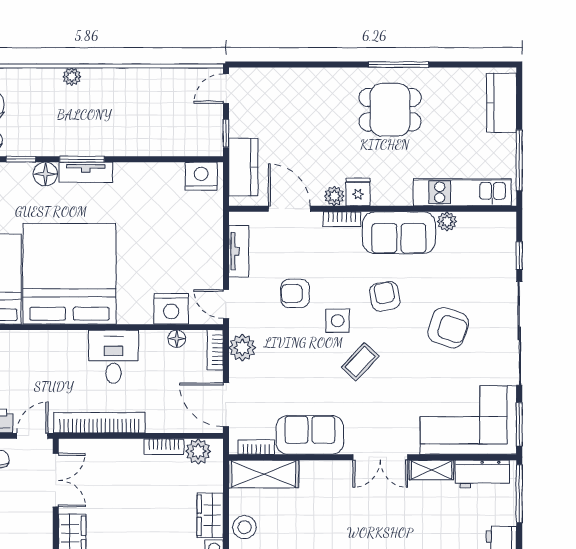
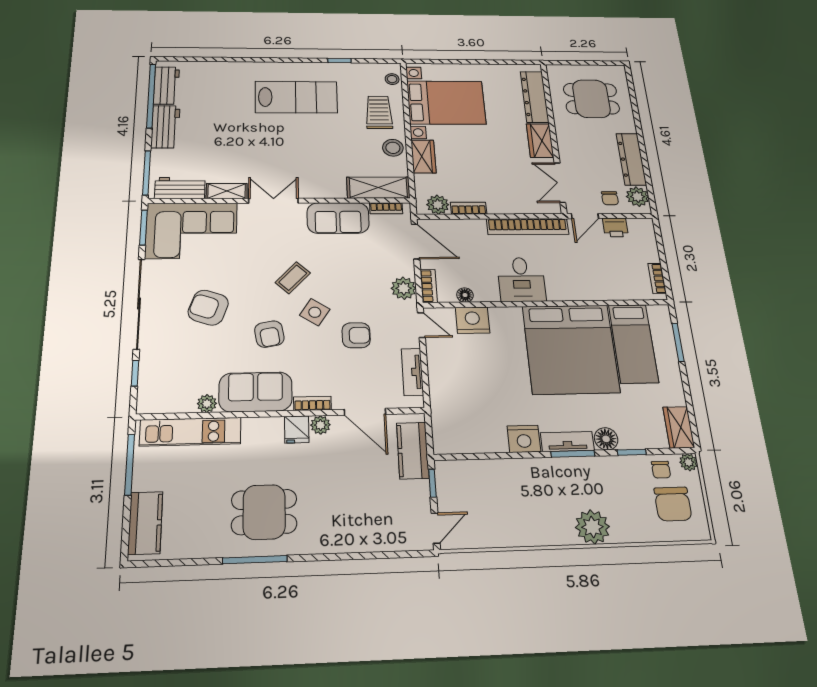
plant: (72, 77) -> (592, 527), width x1.88, depth x1.88
nightstand: (201, 176) -> (524, 439), moved
side table: (338, 321) -> (315, 312), turned 33

